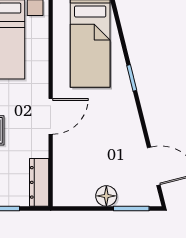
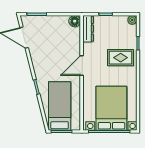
floor lamp: (106, 196) -> (75, 21), moved

